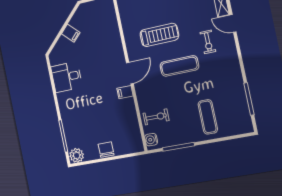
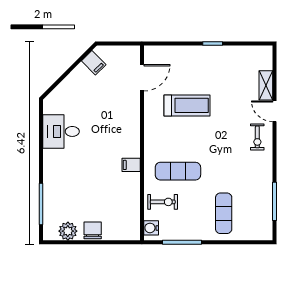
filing cabinet: (71, 33) -> (94, 63), moved
exercise bike: (208, 42) -> (257, 137), moved
exercise mat: (179, 66) -> (178, 171), moved
door: (130, 73) -> (142, 78), moved
plant: (77, 155) -> (68, 231), moved

